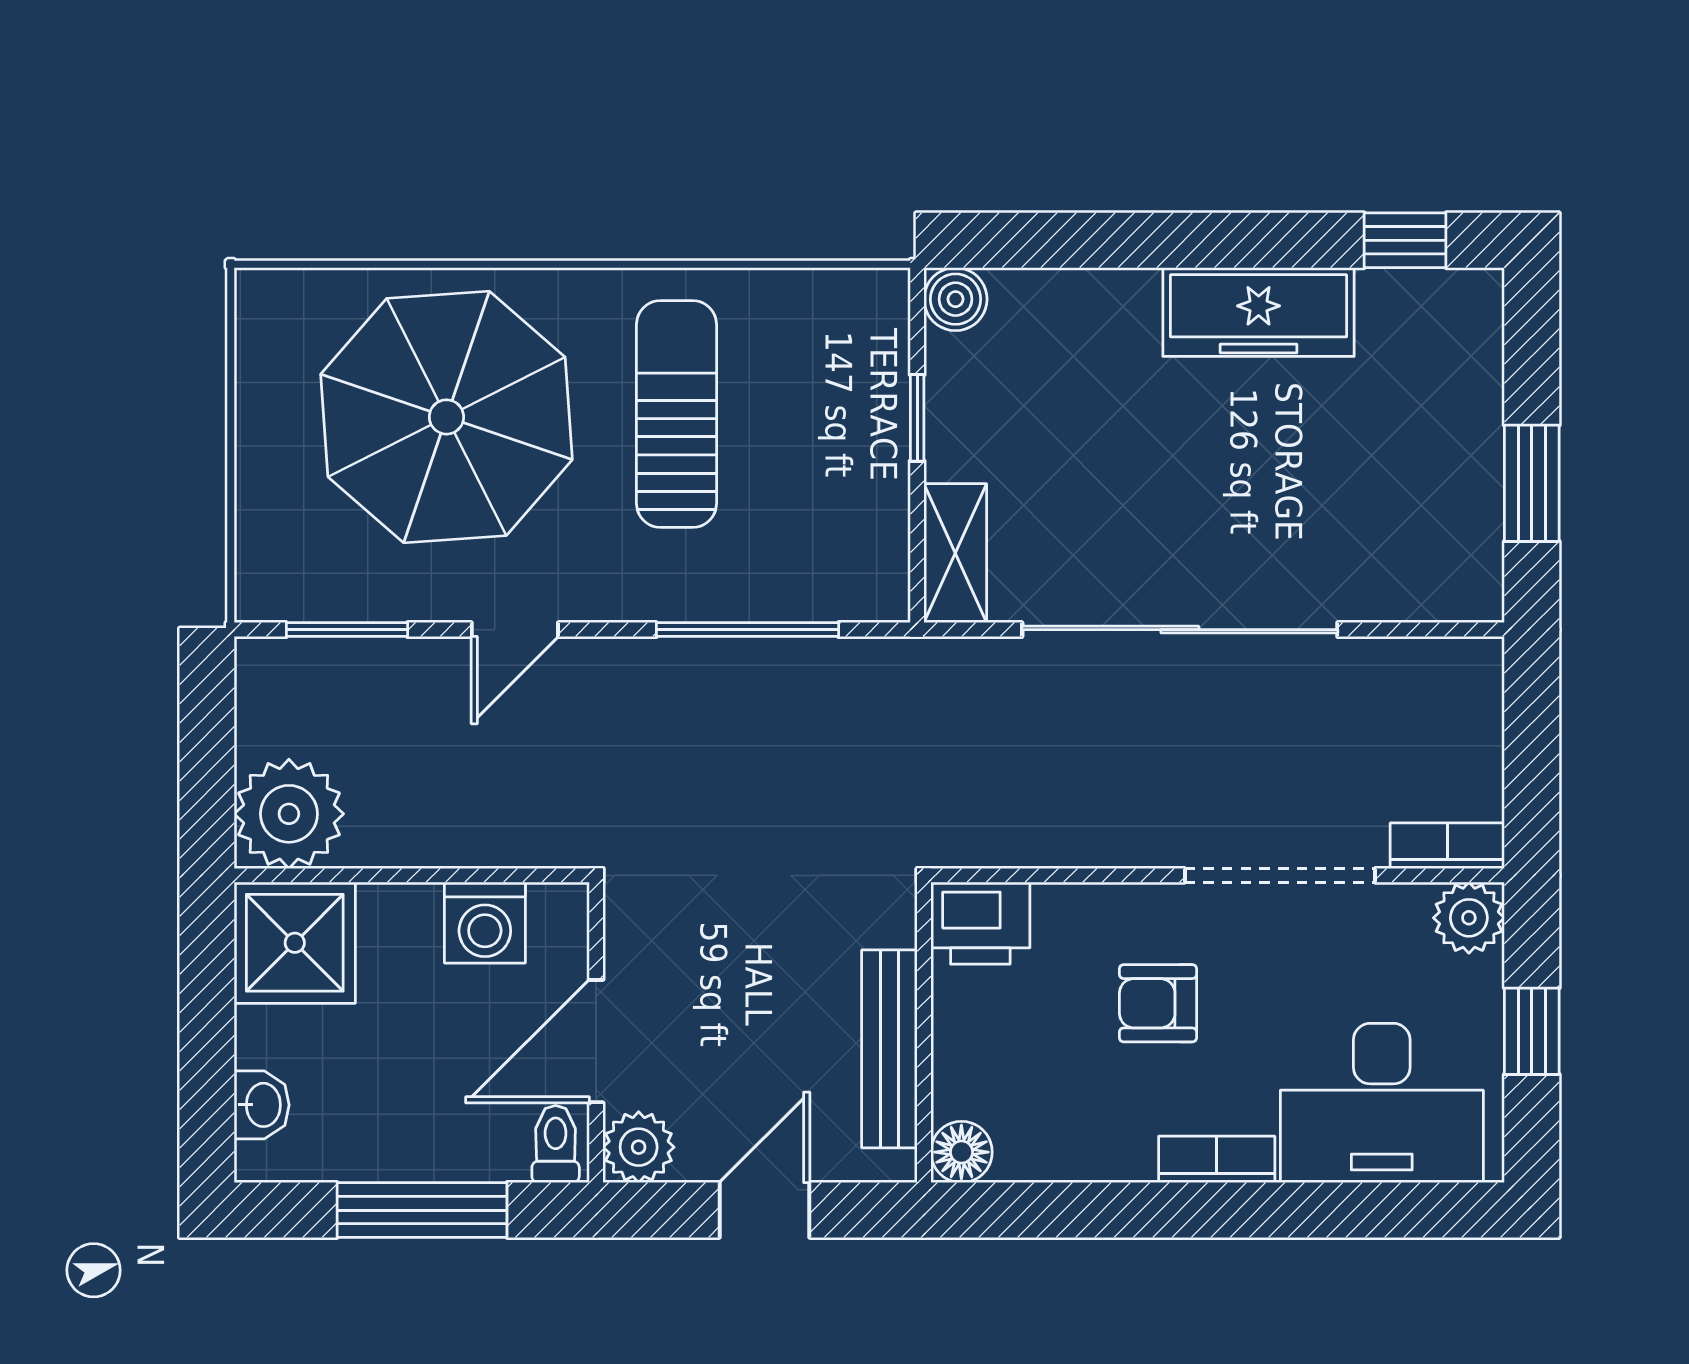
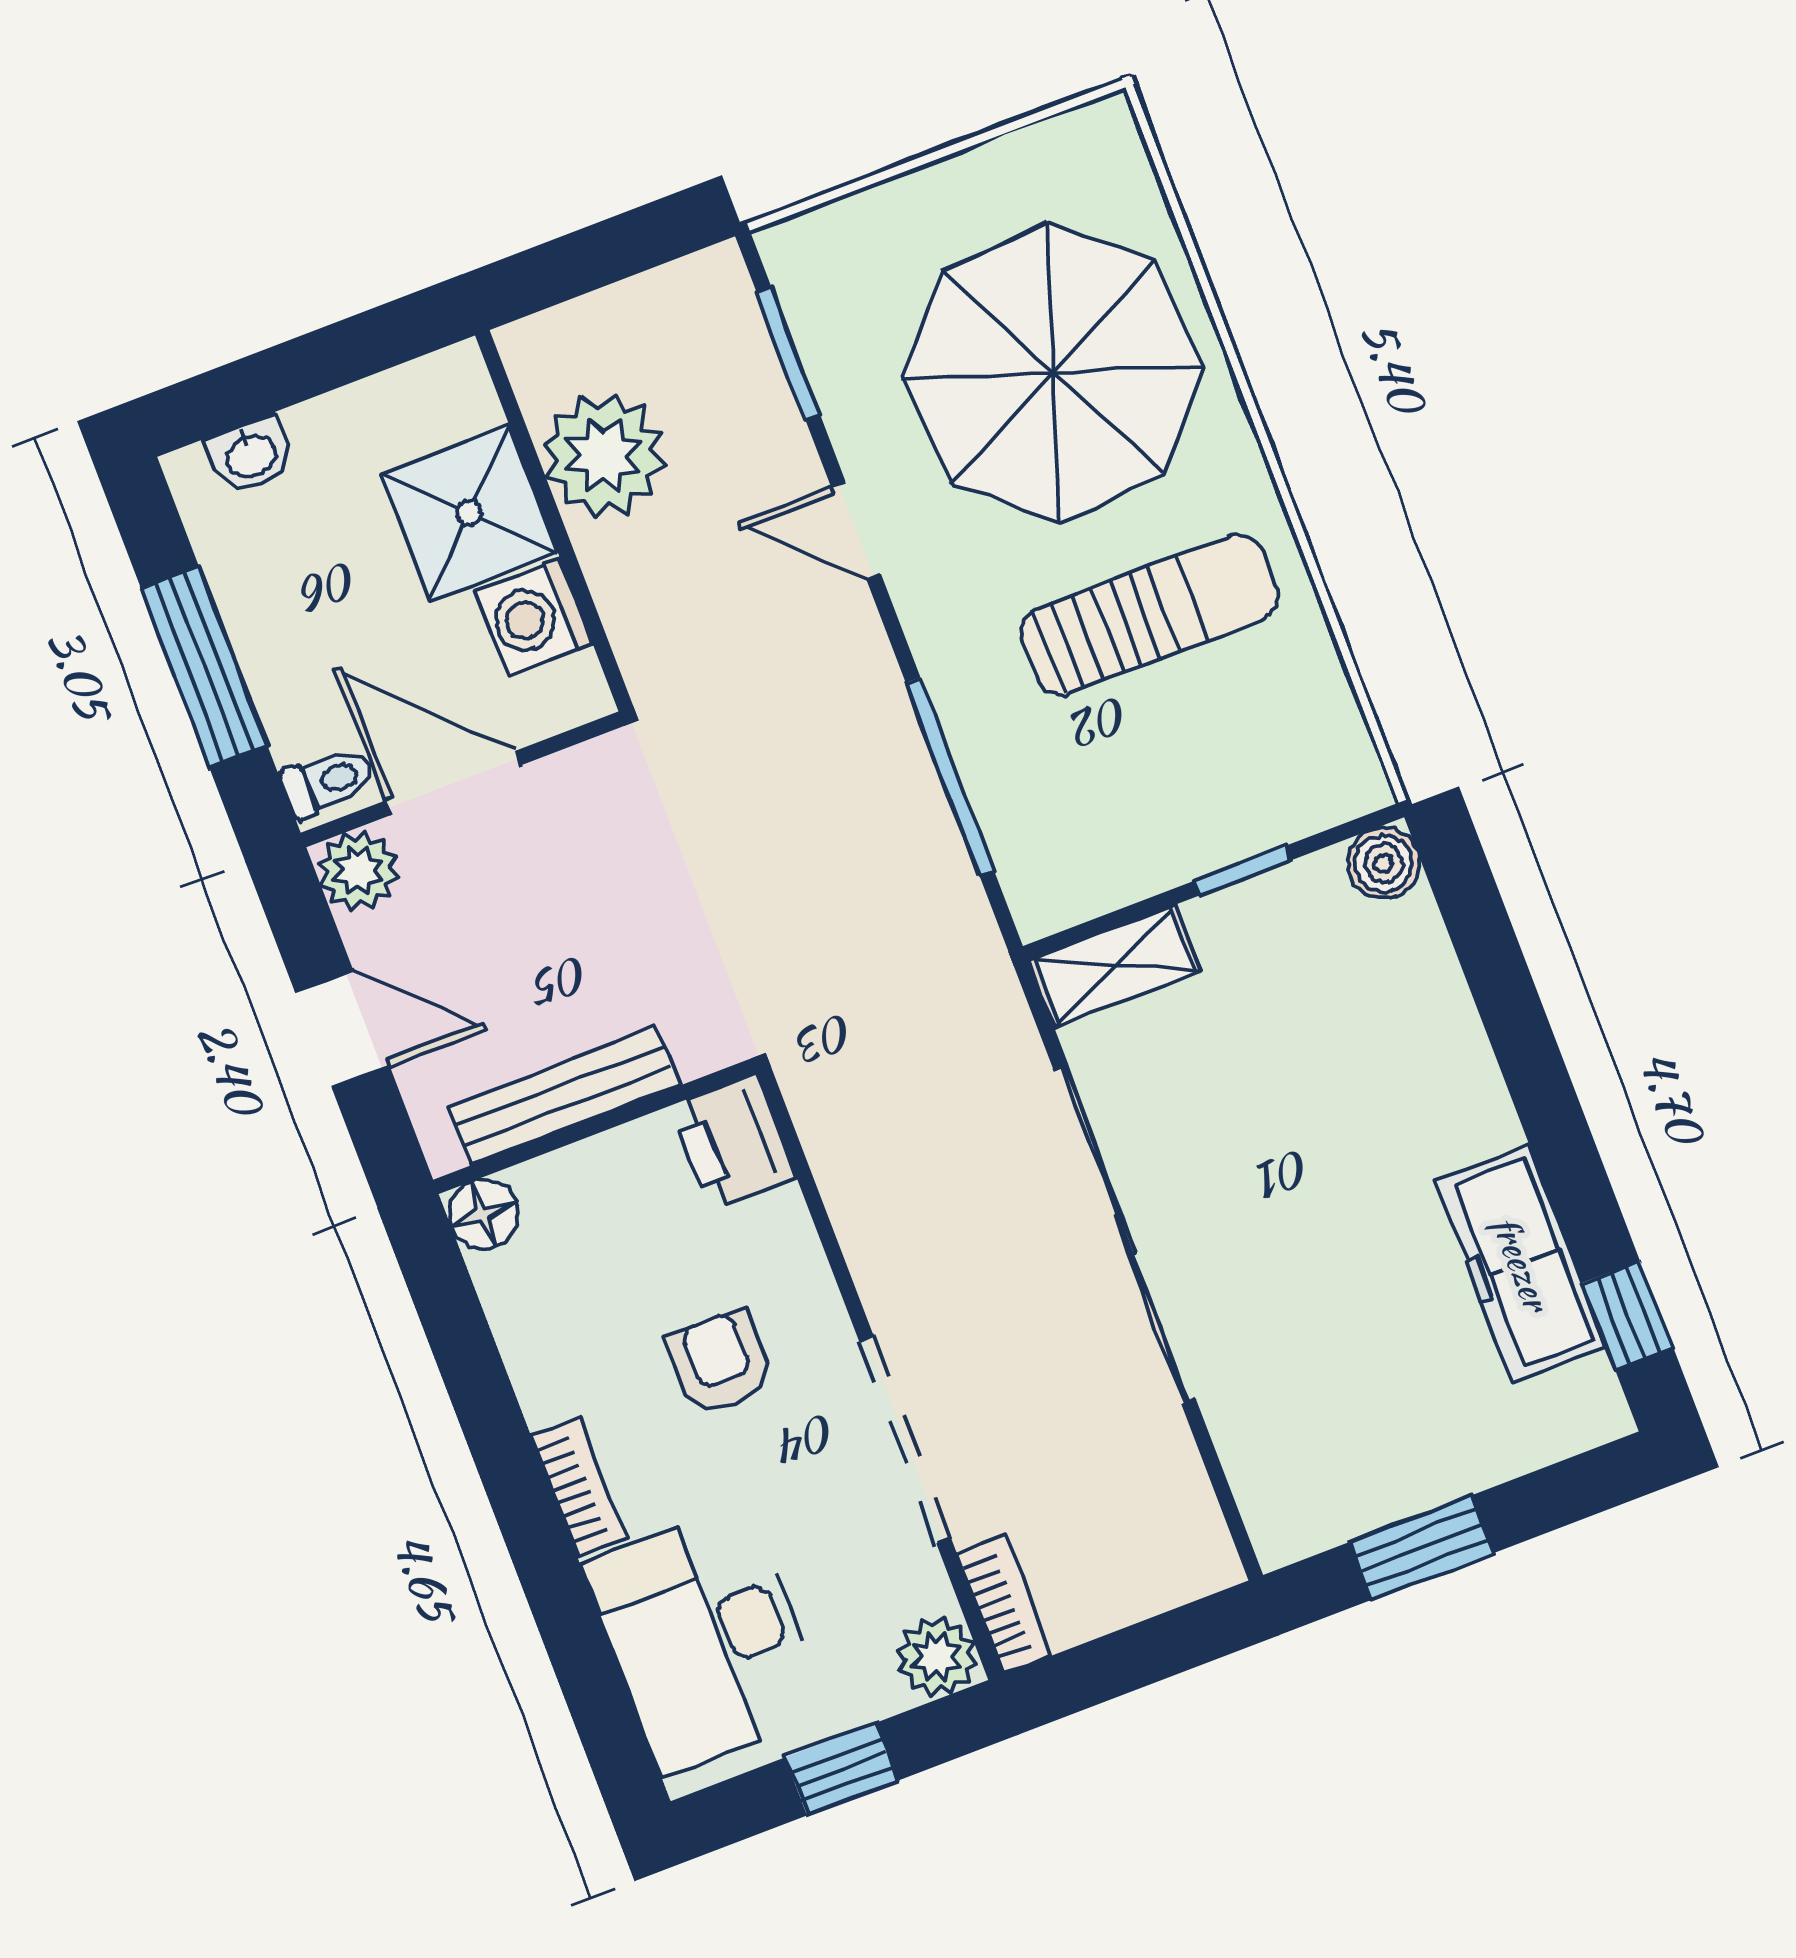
freezer: (1259, 312) -> (1521, 1263), moved
plant: (289, 814) -> (604, 455), moved
shower: (295, 943) -> (469, 513), moved

